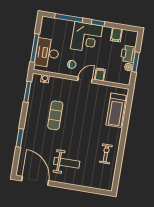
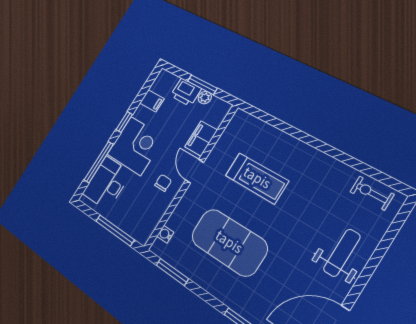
desk: (47, 53) -> (107, 183), moved, turned 90
filing cabinet: (100, 75) -> (201, 138), width x2.00
treadmill: (116, 110) -> (257, 178), moved
exercise mat: (55, 115) -> (229, 242), width x2.00, depth x1.45
exercise bike: (106, 154) -> (372, 193), moved
weight bench: (67, 163) -> (342, 253), moved

